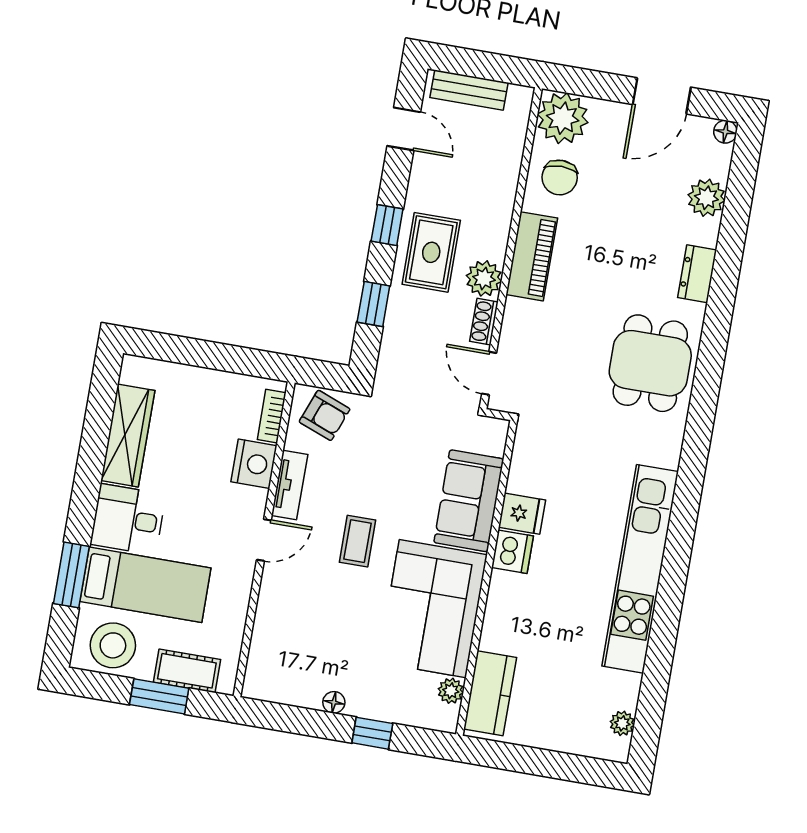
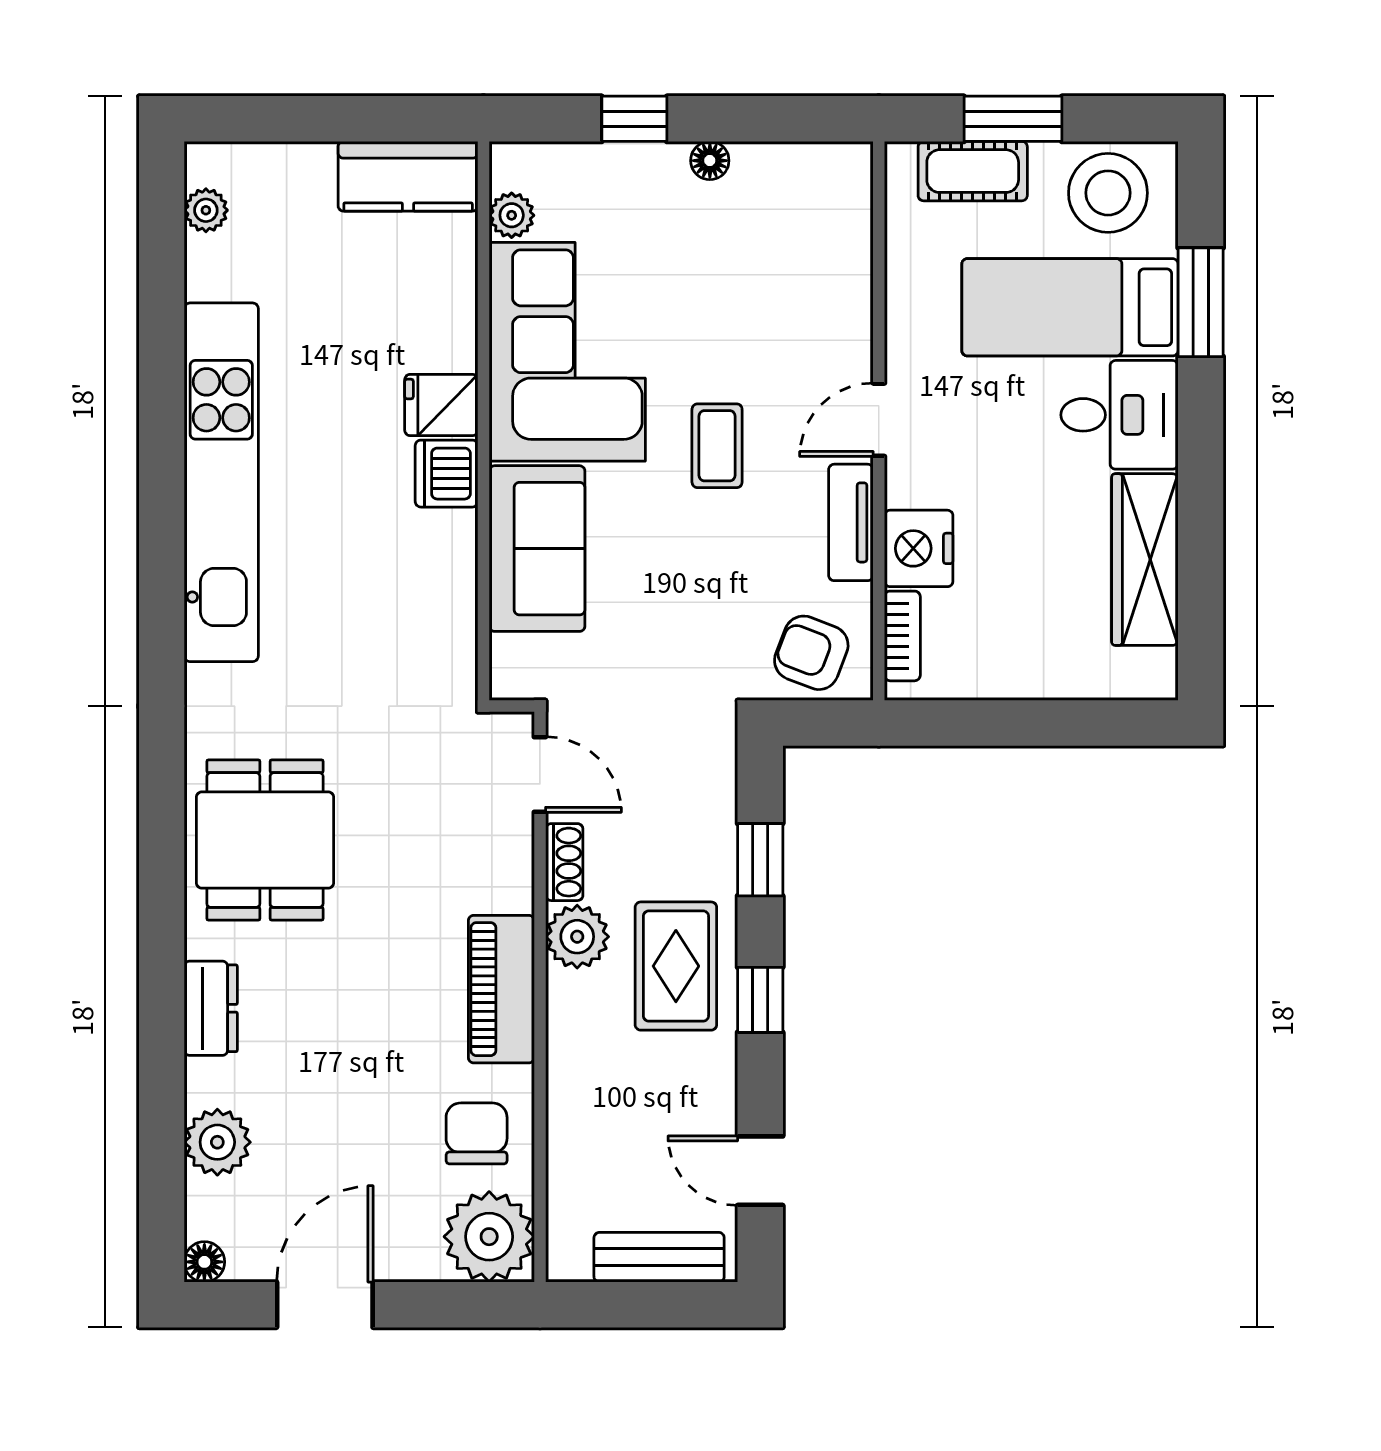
fridge: (522, 514) -> (441, 405), moved
kitchen counter: (490, 693) -> (408, 176), moved, turned -90

